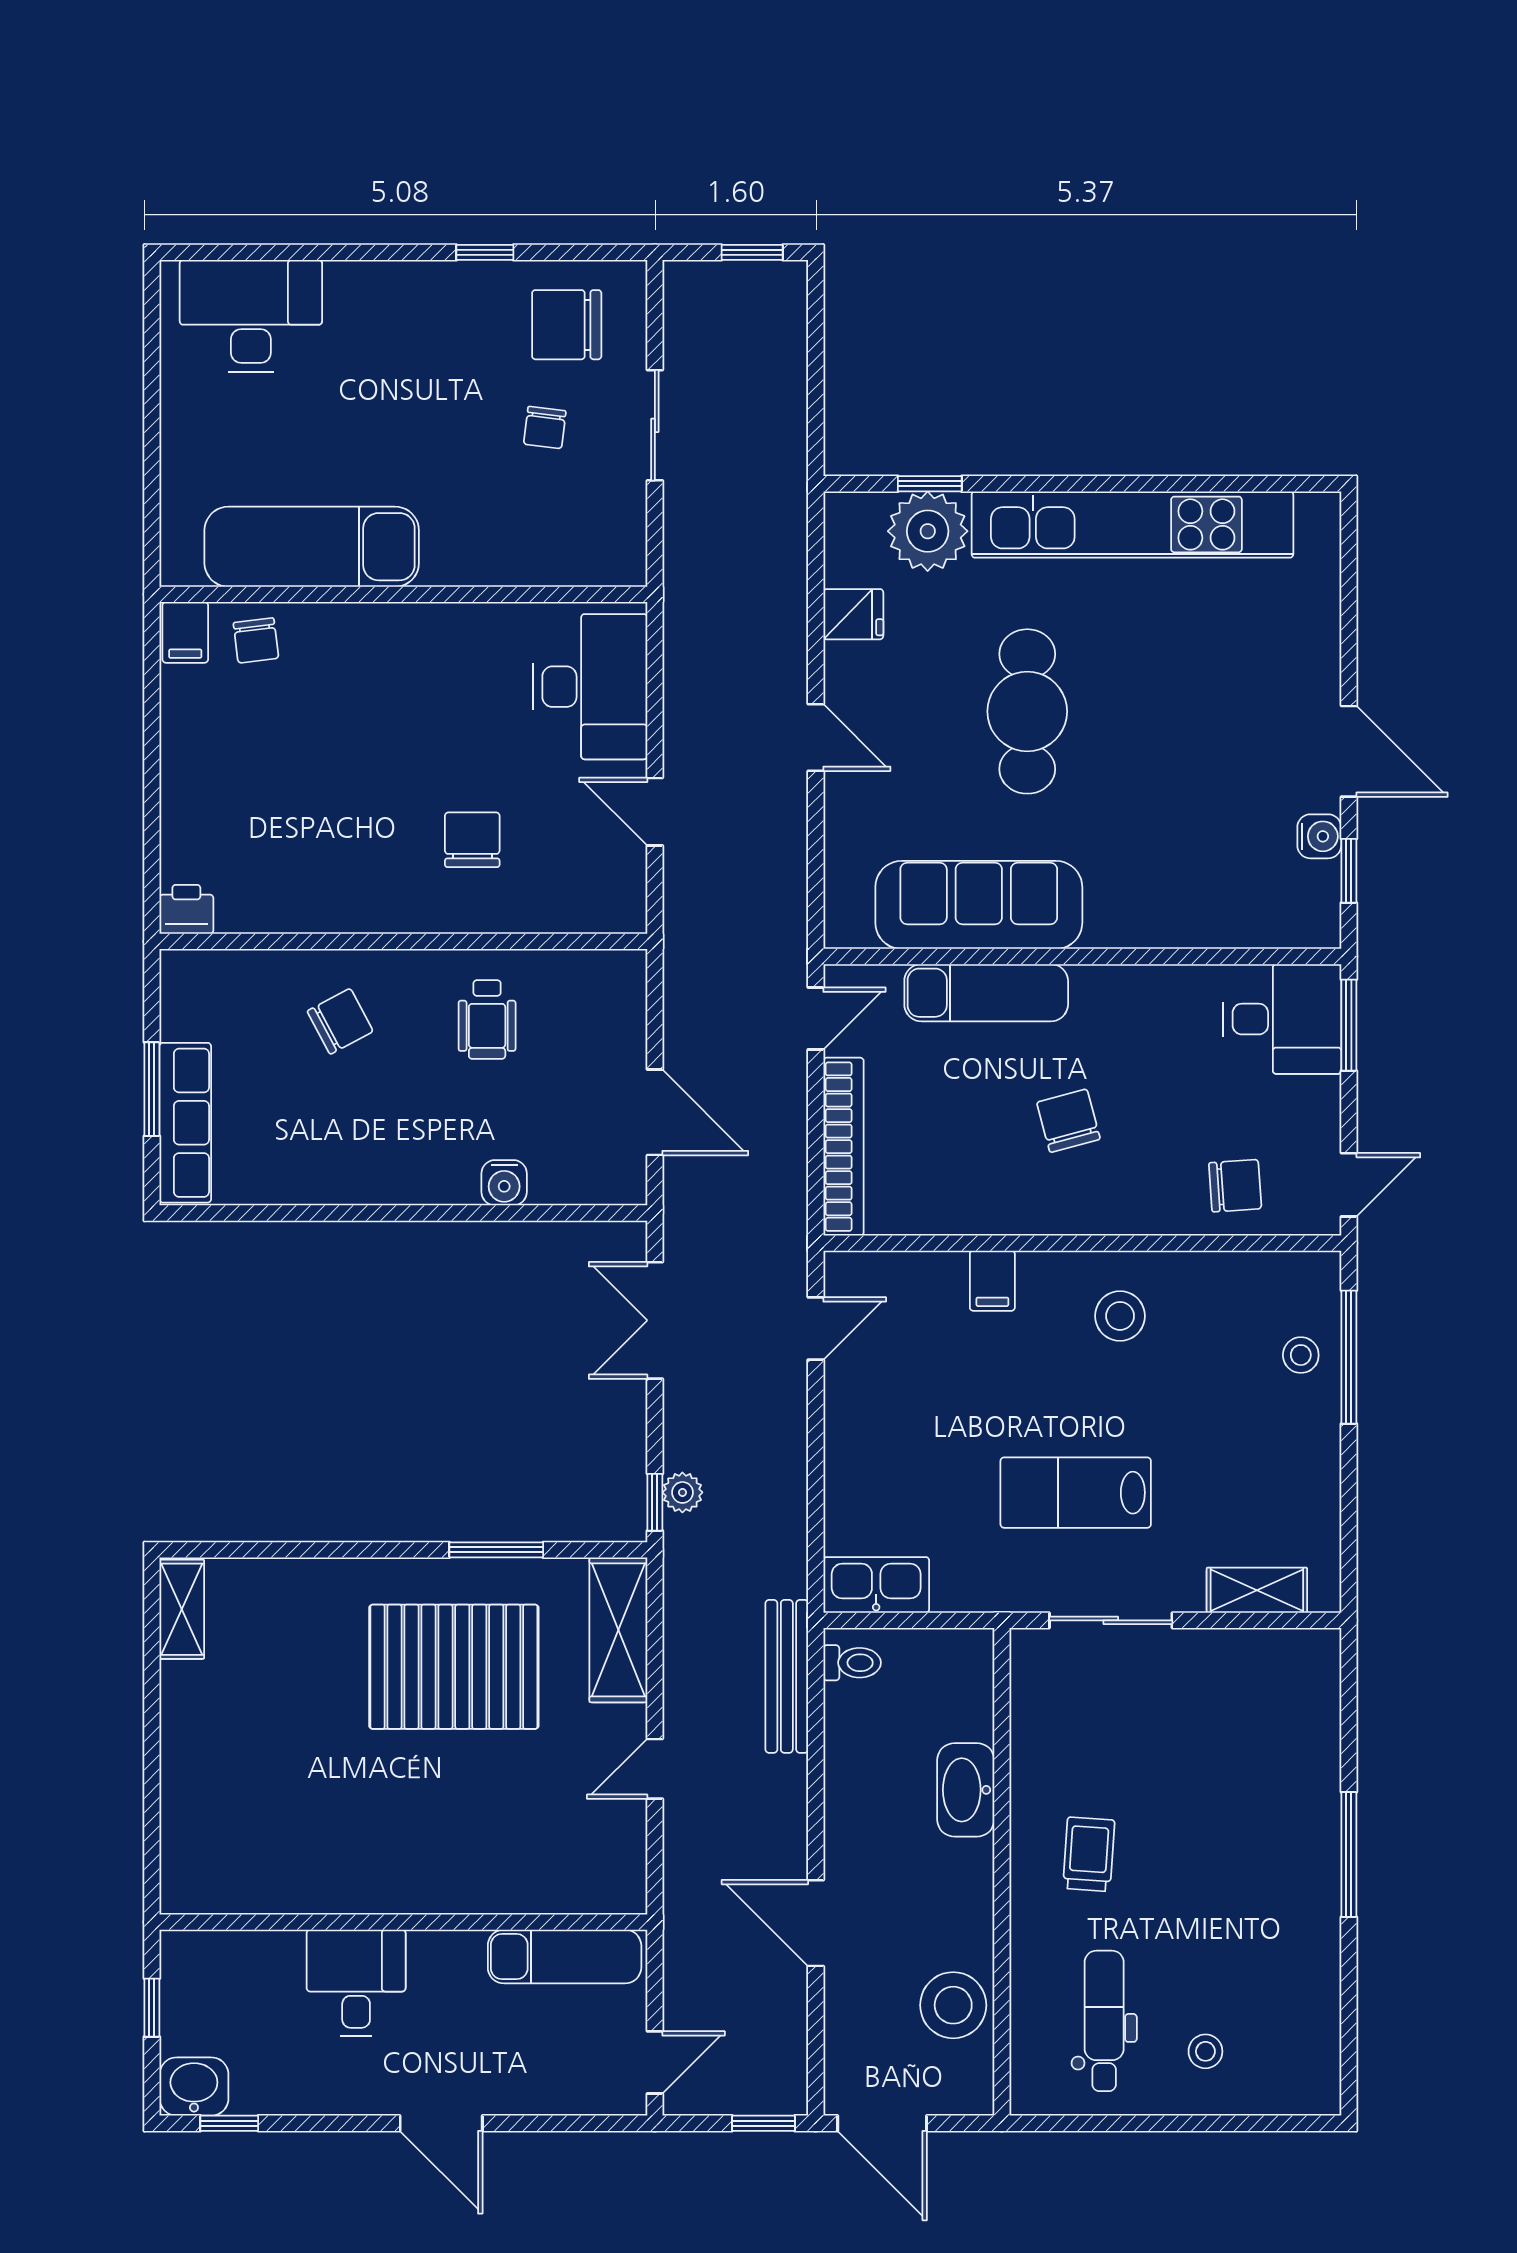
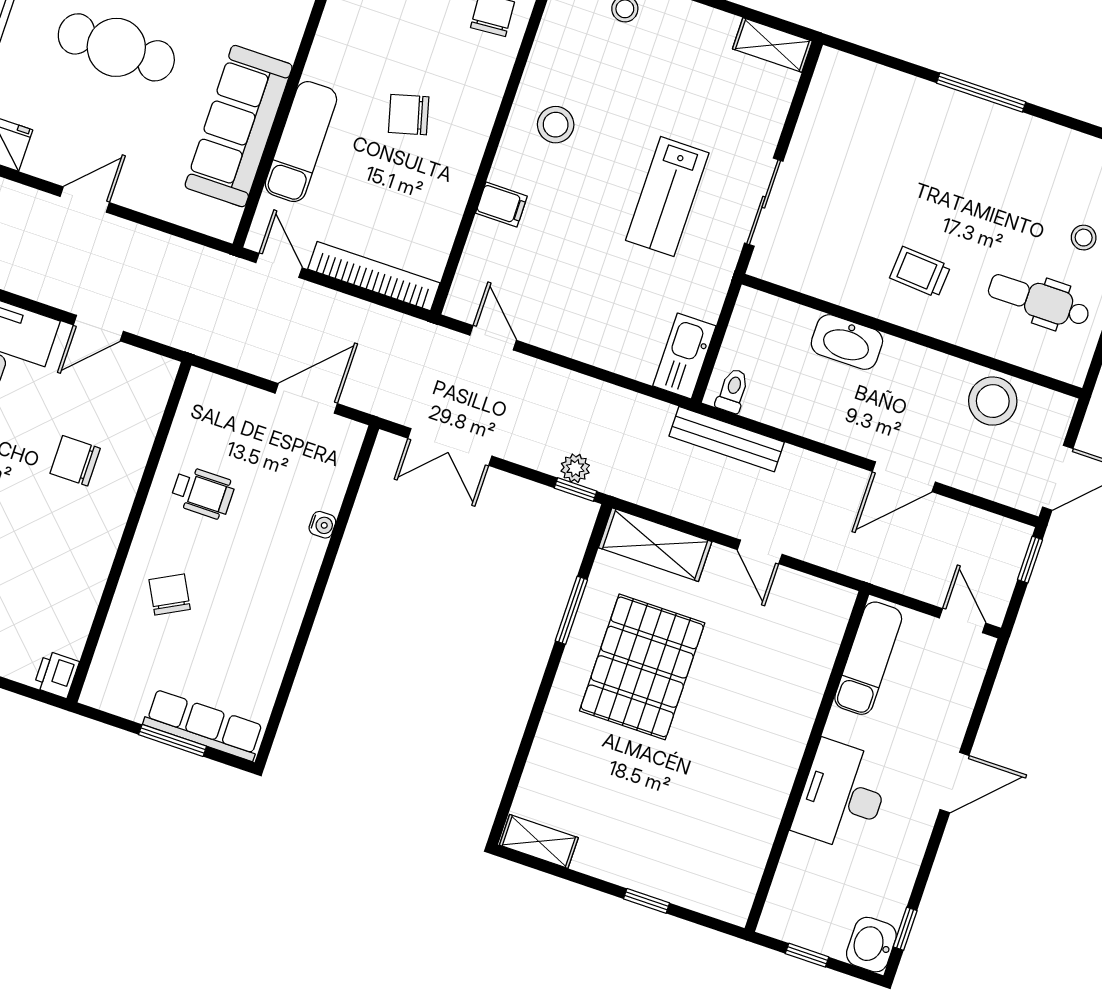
water cooler: (504, 1183) -> (322, 525), width x0.72, depth x0.72
shelving: (1257, 1590) -> (772, 45), moved, turned 90
window: (152, 1775) -> (647, 901), added
desk: (356, 1983) -> (842, 796), width x1.37

